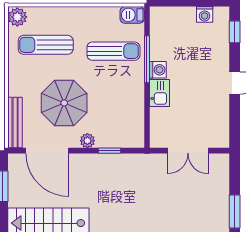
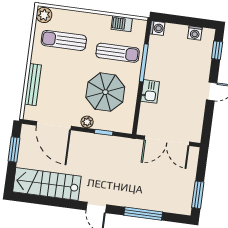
barbecue: (132, 15) -> (122, 24), moved
washing machine: (158, 70) -> (157, 28), moved
parasol: (64, 103) -> (105, 92), moved
bench: (15, 123) -> (33, 85), moved
double door: (188, 151) -> (167, 141), width x1.37

